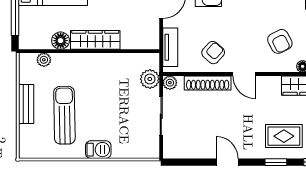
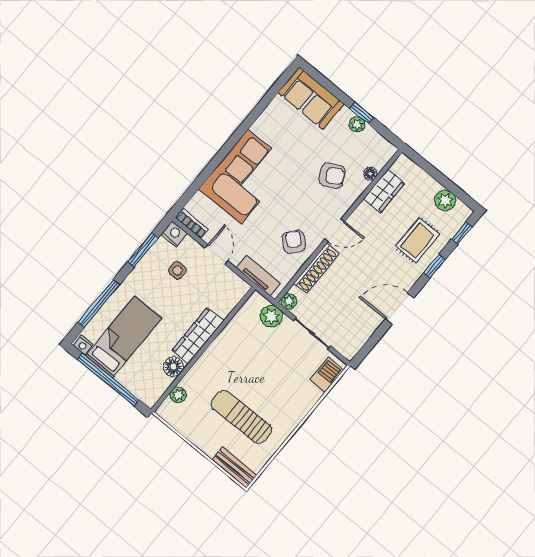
bench: (26, 104) -> (234, 468), moved
barbecue: (98, 150) -> (327, 375), moved
door: (227, 162) -> (399, 309), width x1.38

